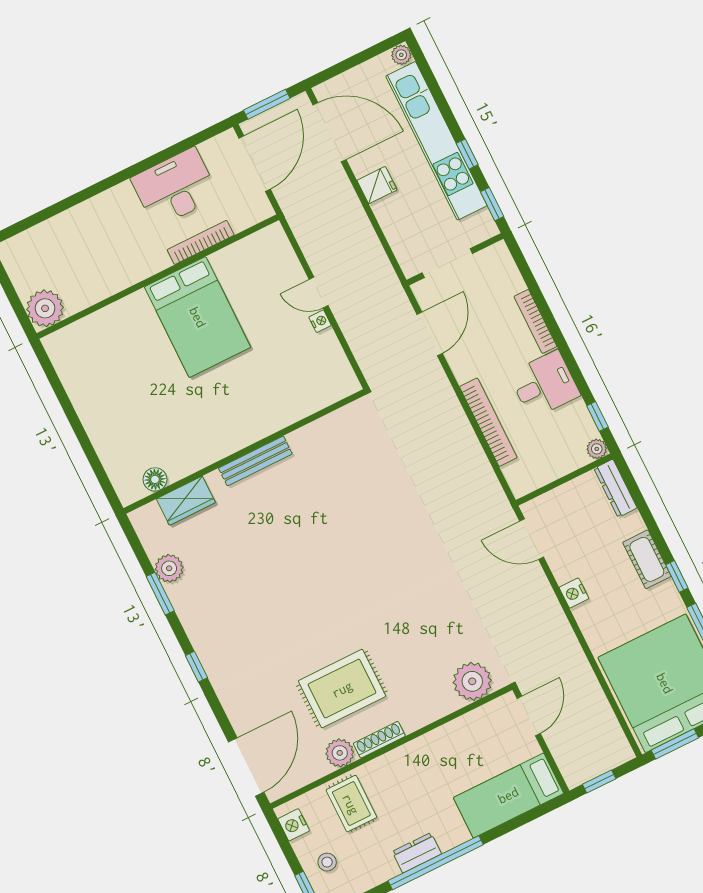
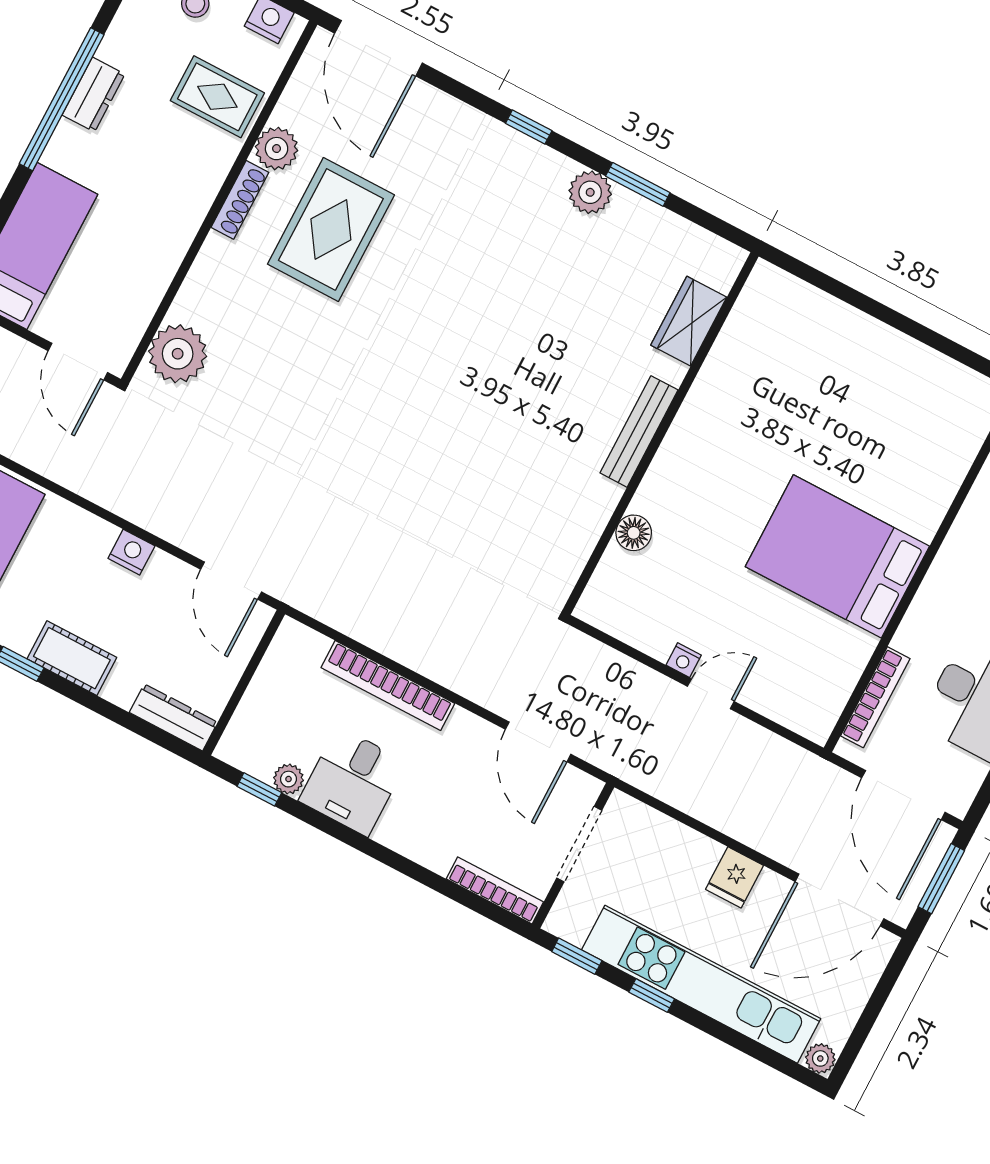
bookcase: (201, 242) -> (875, 697), moved
bookcase: (535, 321) -> (495, 890), moved
plant: (597, 449) -> (289, 779), moved
floor lamp: (155, 479) -> (634, 533), moved
door: (532, 539) -> (231, 581), swing flipped
plant: (169, 568) -> (590, 192), moved

